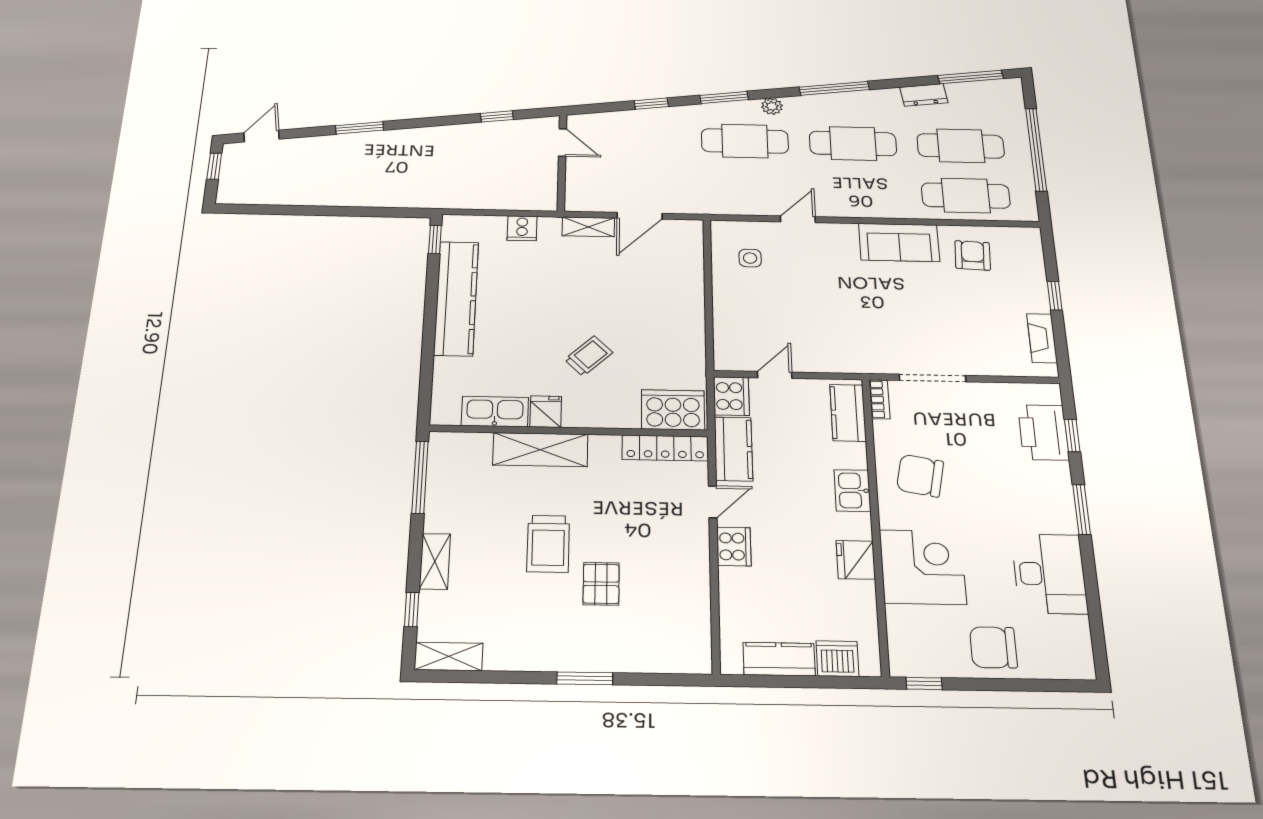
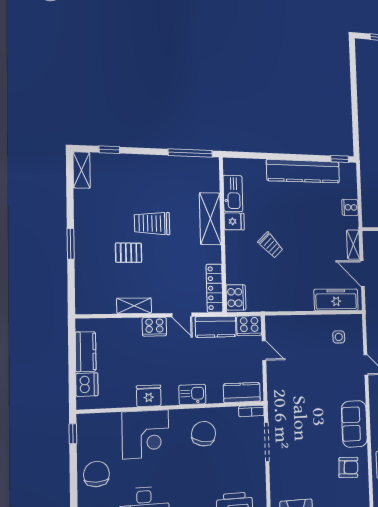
freezer: (685, 259) -> (336, 300), added
cooker: (673, 410) -> (236, 297), width x0.73, depth x0.76
shelving: (435, 561) -> (134, 306), moved

